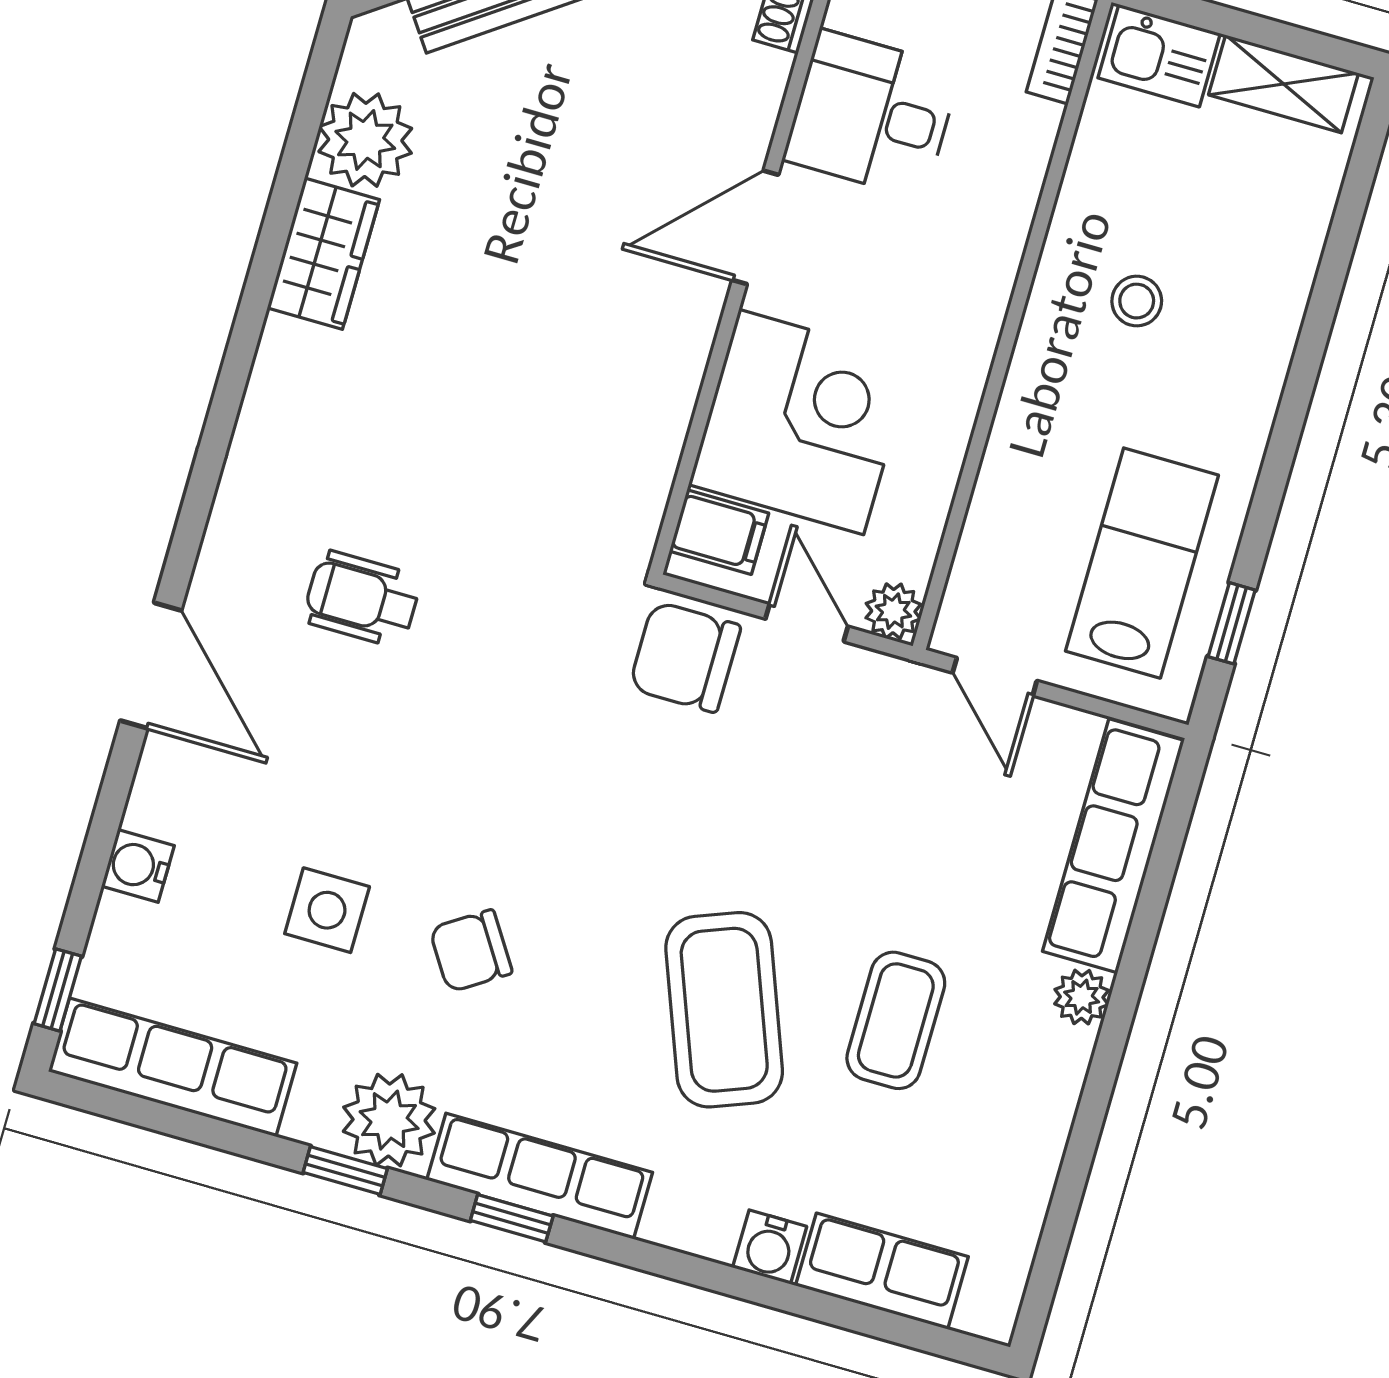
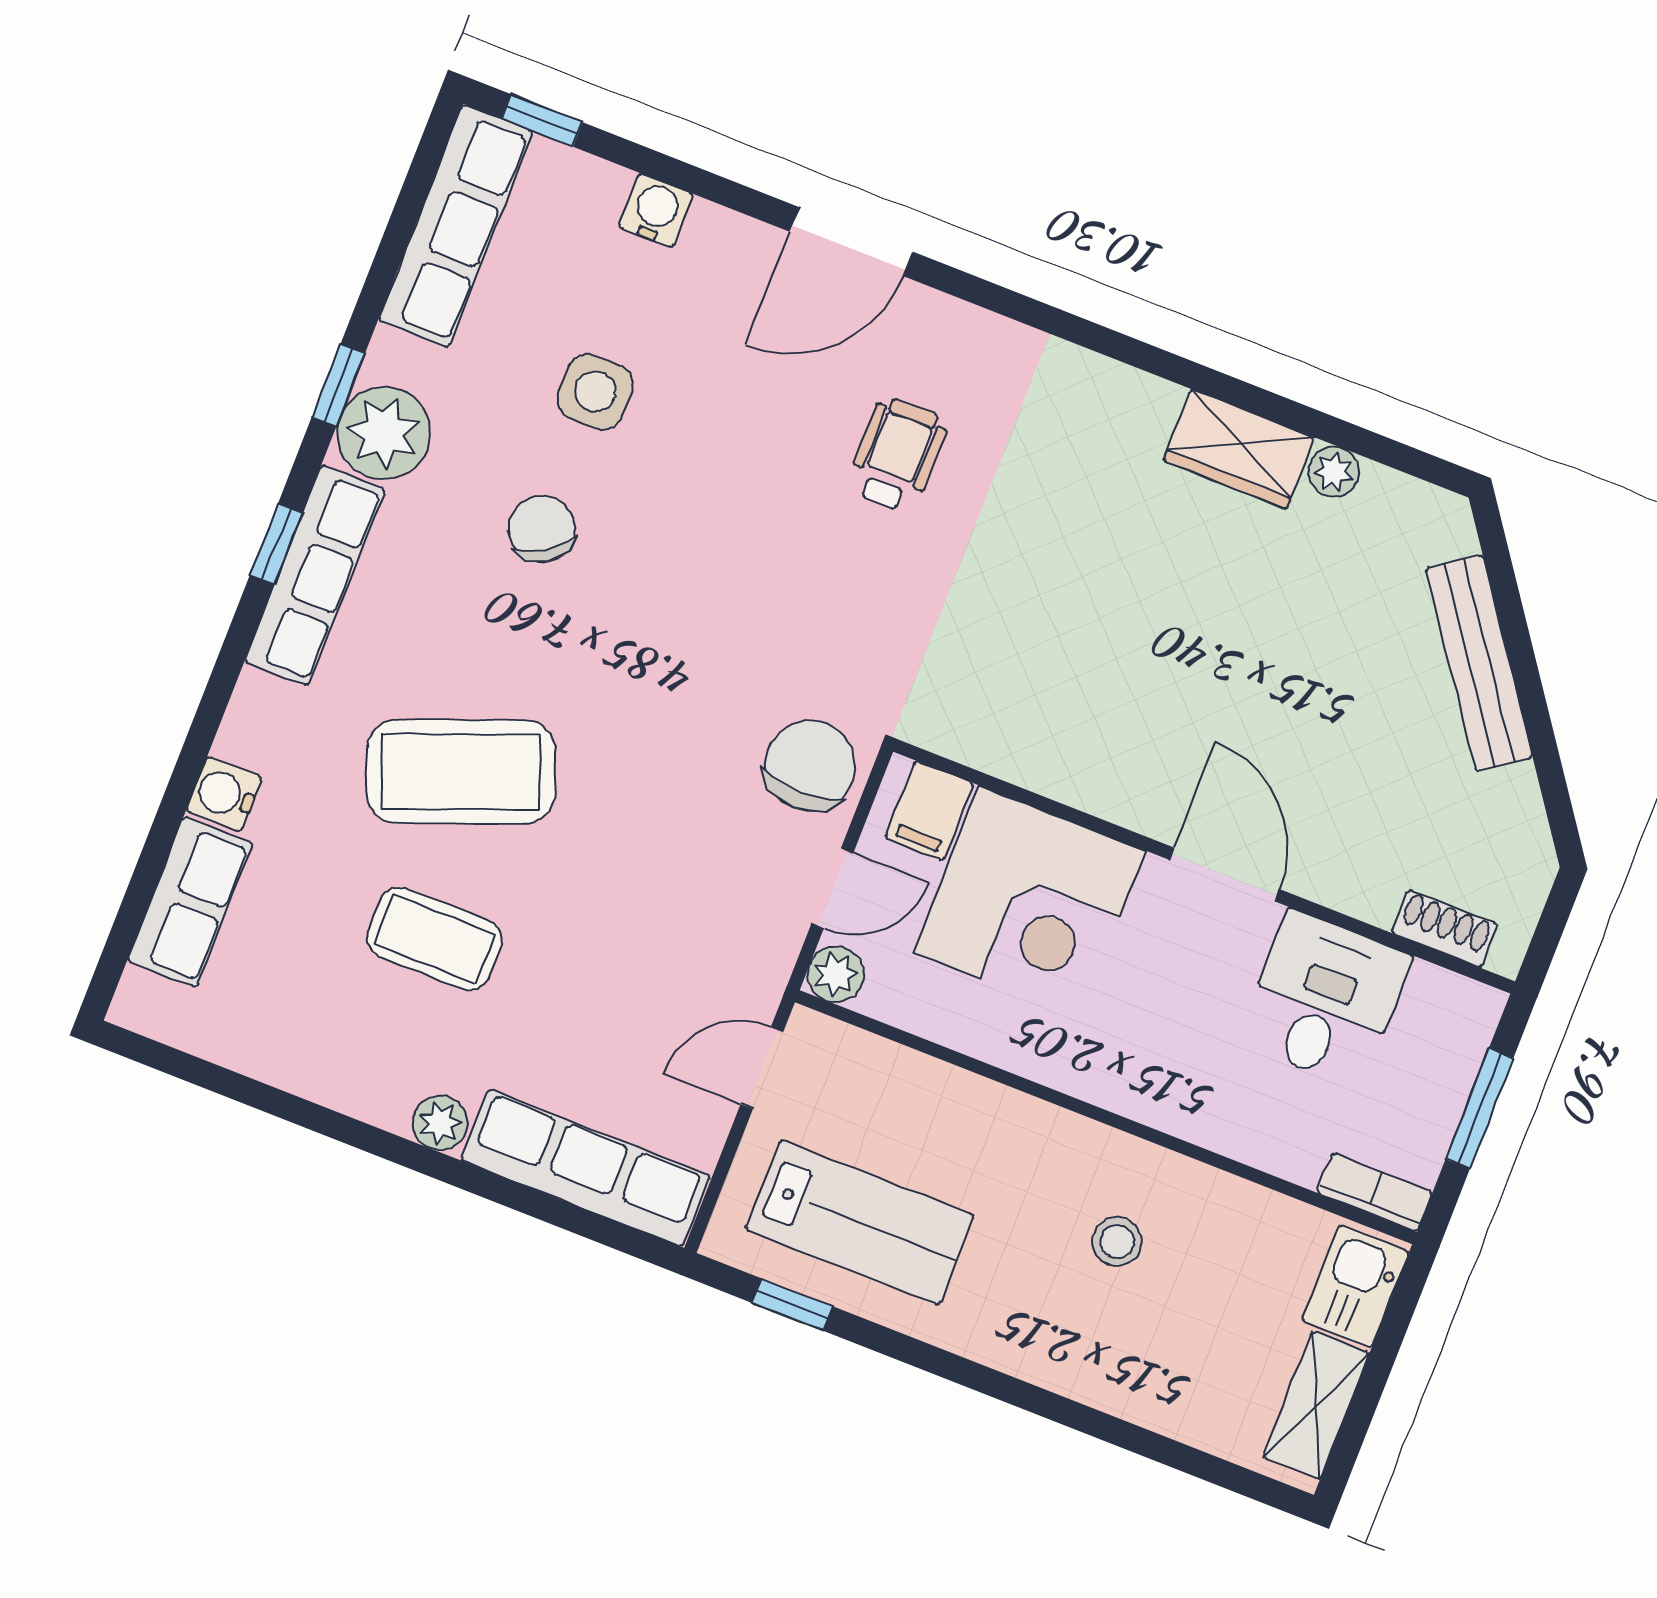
plant: (365, 140) -> (1334, 472), width x0.53, depth x0.53

